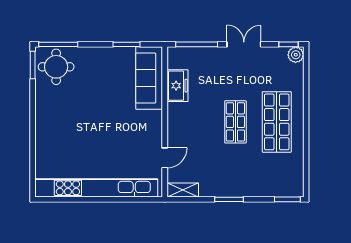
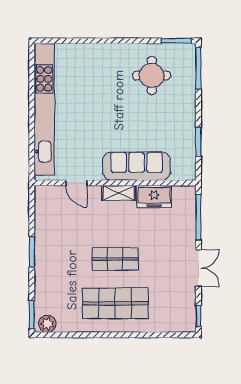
plant: (296, 55) -> (47, 324), moved
round table: (56, 67) -> (152, 75), moved
sofa: (149, 78) -> (137, 166), moved
shelving: (183, 190) -> (119, 193), moved, turned 90

